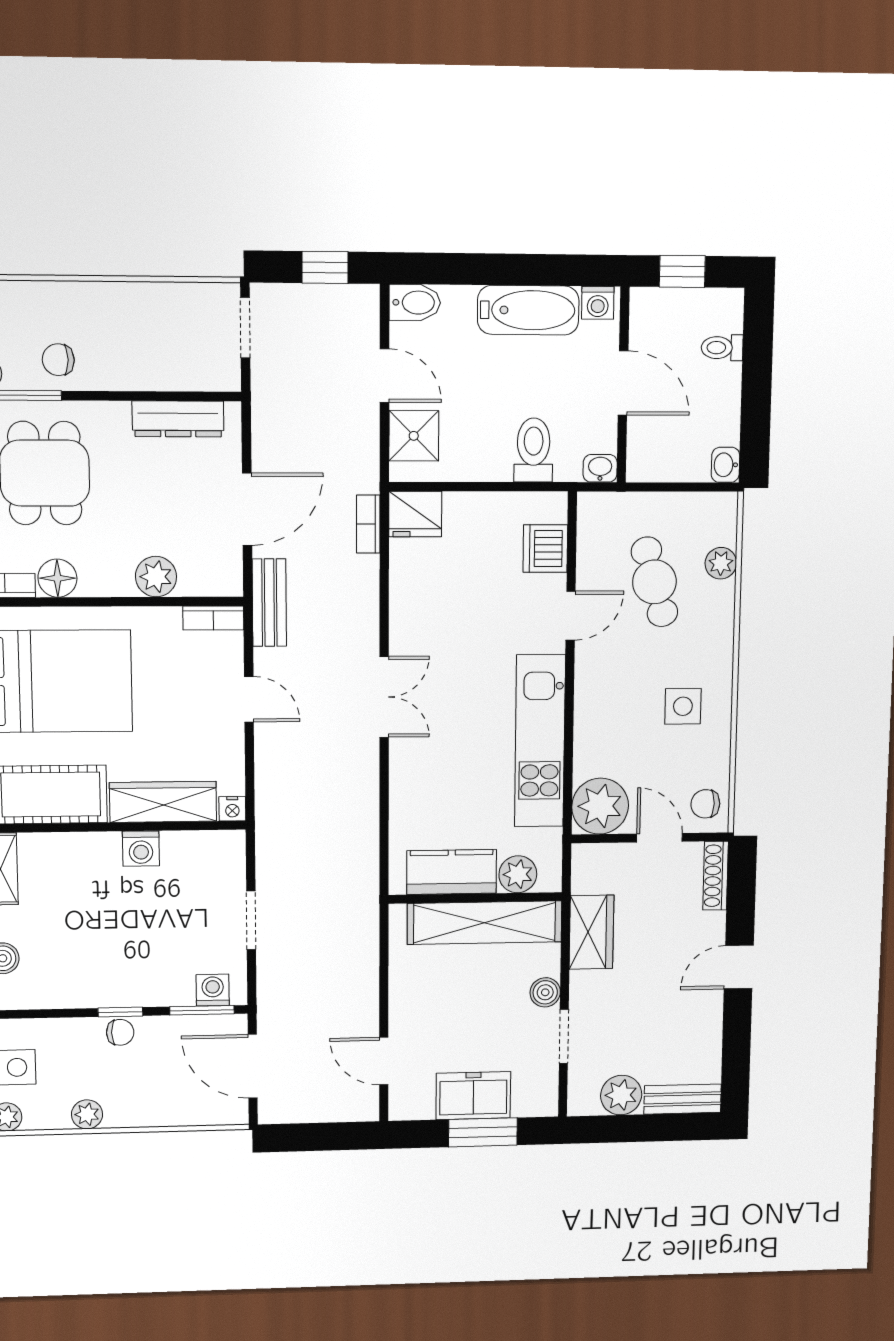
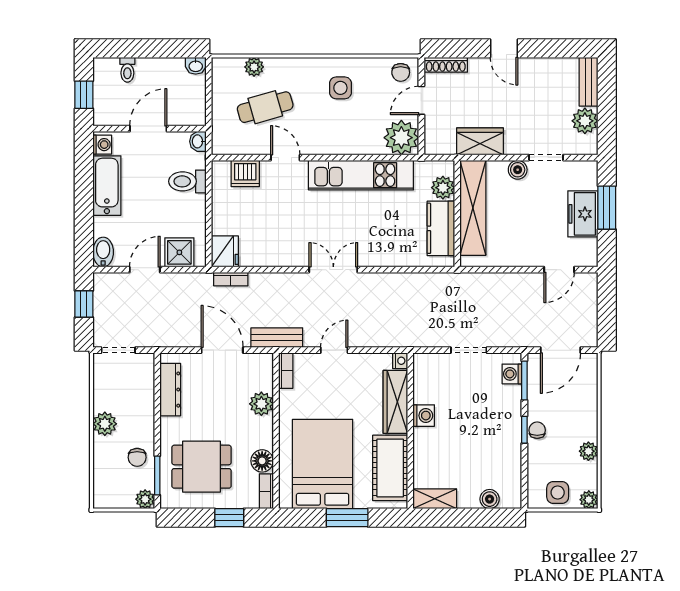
plant: (116, 302) -> (105, 424), added

